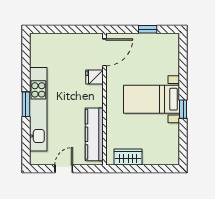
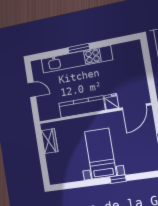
door: (105, 52) -> (134, 107), hinge flipped
window: (183, 109) -> (118, 179), moved
kitchen counter: (94, 134) -> (82, 107), moved

